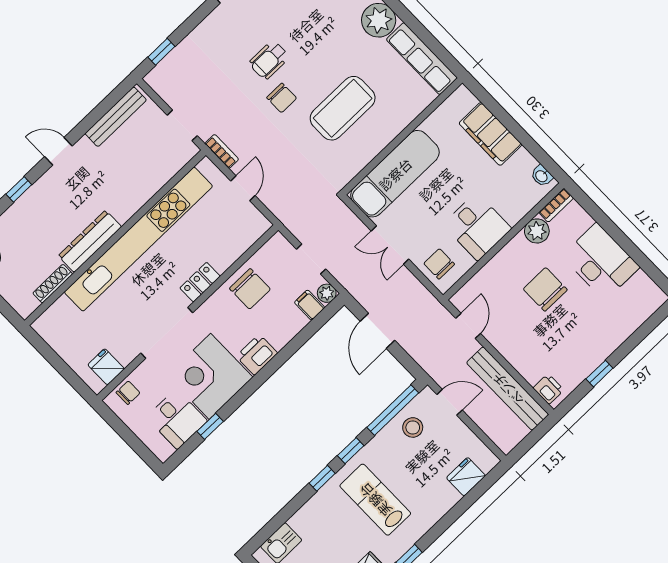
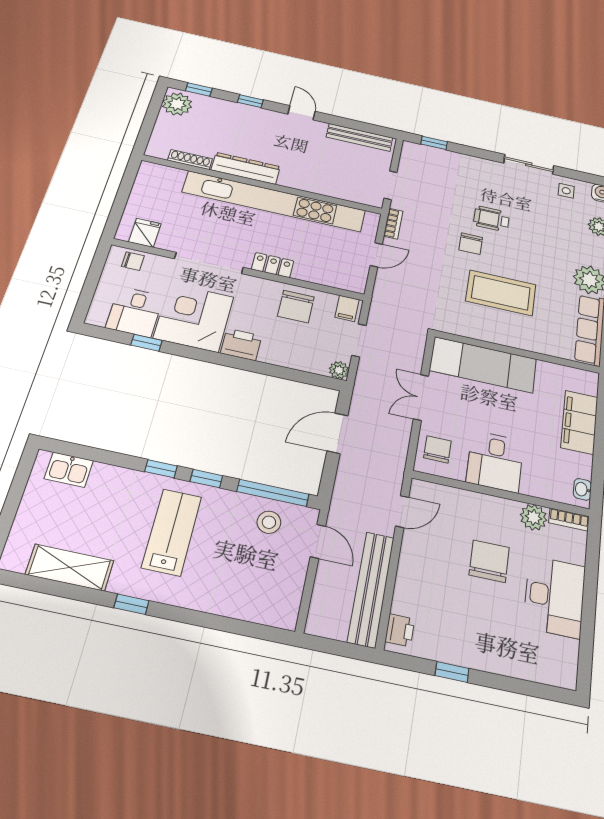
filing cabinet: (310, 305) -> (347, 308), moved, turned 180
fridge: (466, 477) -> (255, 607), removed

